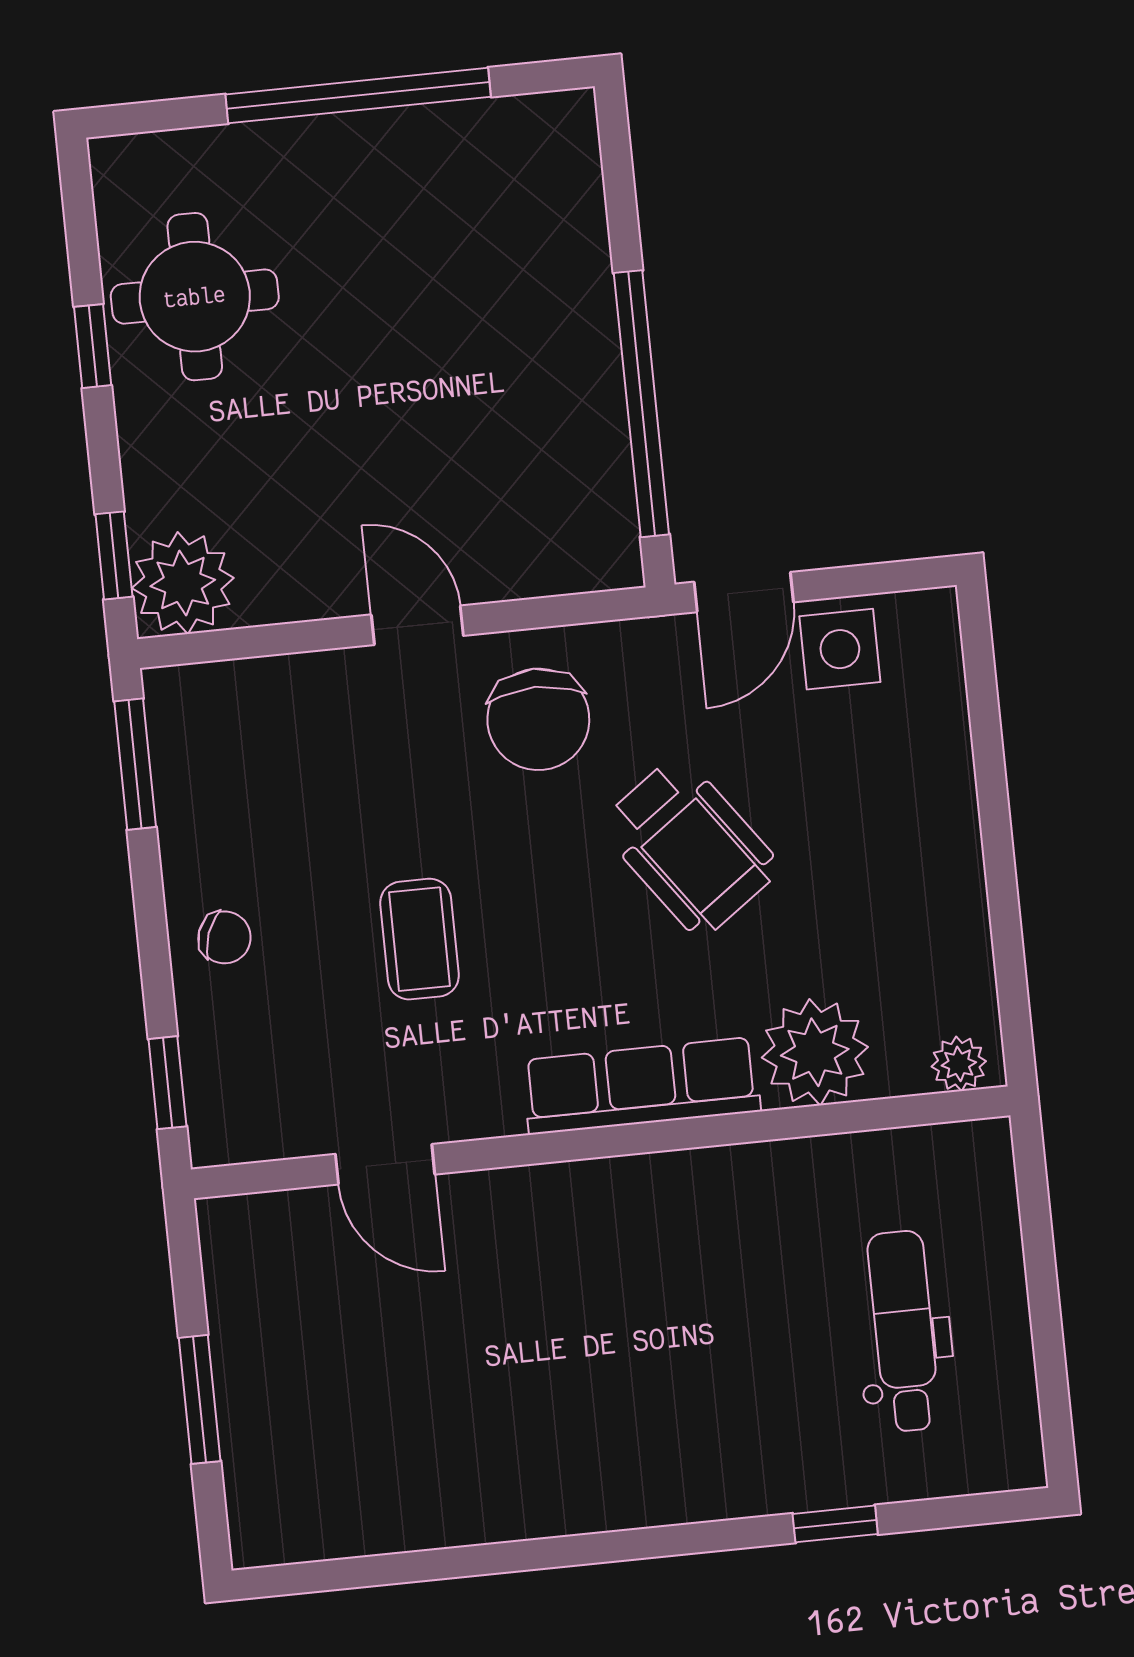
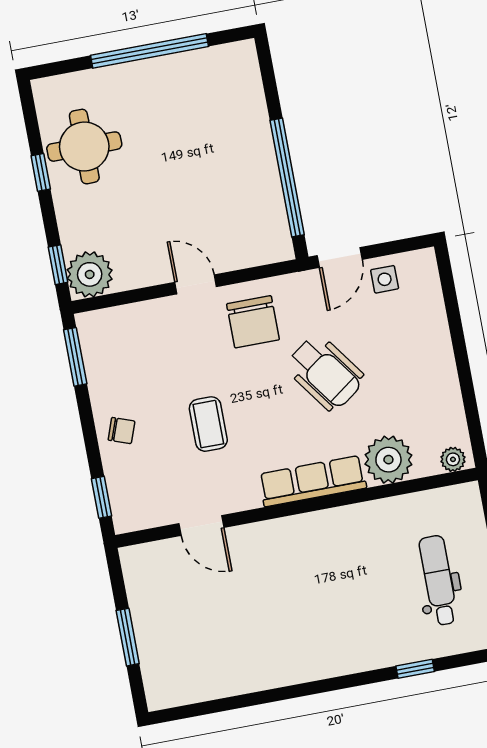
side table: (840, 649) -> (385, 279), width x0.73, depth x0.73

